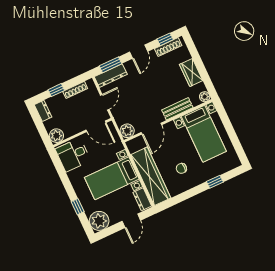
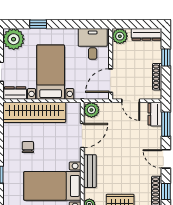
dresser: (111, 76) -> (155, 114), width x0.70
dresser: (43, 111) -> (146, 34), width x1.44
door: (151, 129) -> (82, 135), swing flipped

